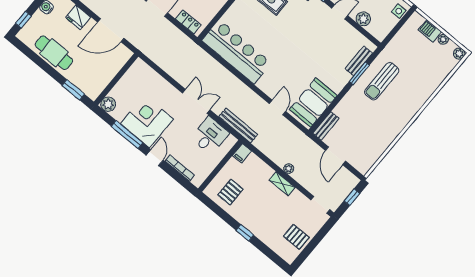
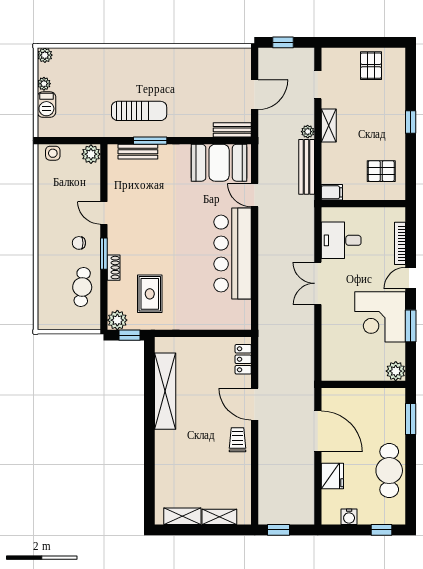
plant: (363, 19) -> (91, 154), moved
bar counter: (237, 52) -> (233, 254), moved
door: (278, 107) -> (255, 195), hinge flipped
bench: (238, 126) -> (307, 167), moved
window: (127, 135) -> (411, 326), width x0.69
doorway: (320, 205) -> (318, 85), moved

